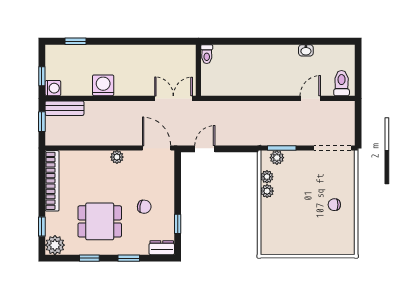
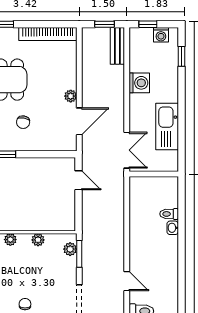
washbasin: (306, 50) -> (173, 228), moved
toilet: (207, 54) -> (169, 214), moved
kitchen sink: (149, 56) -> (167, 126), added
washing machine: (53, 88) -> (161, 35), moved
door: (157, 148) -> (79, 121), moved
plant: (267, 177) -> (10, 240), moved

